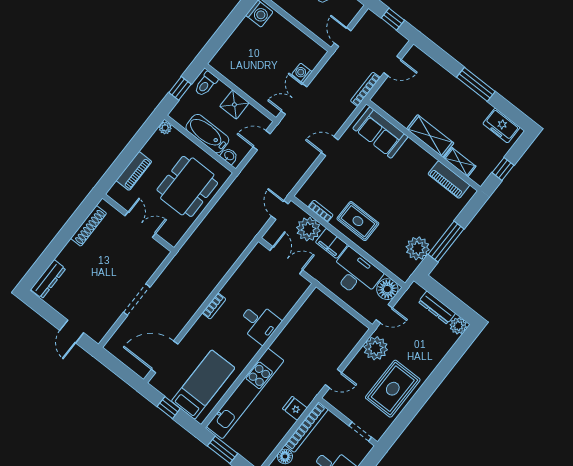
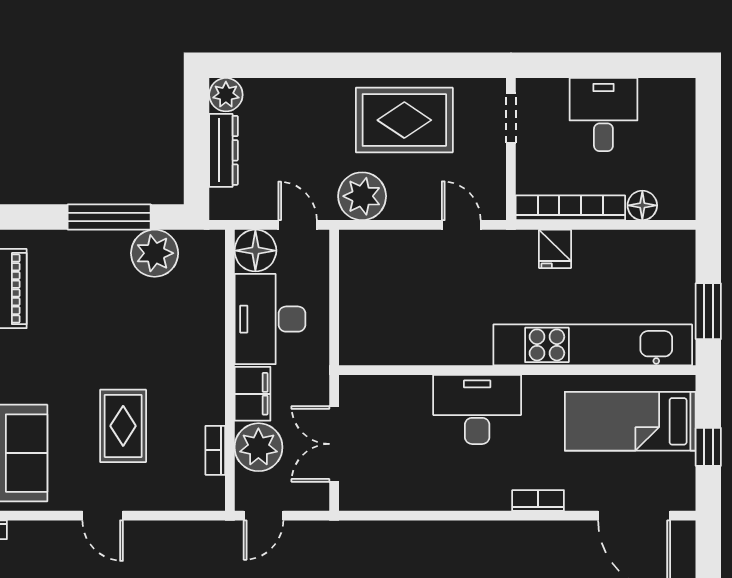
rug: (358, 221) -> (123, 426), moved
bookcase: (214, 306) -> (538, 500), moved
desk: (259, 323) -> (477, 409), width x1.37

